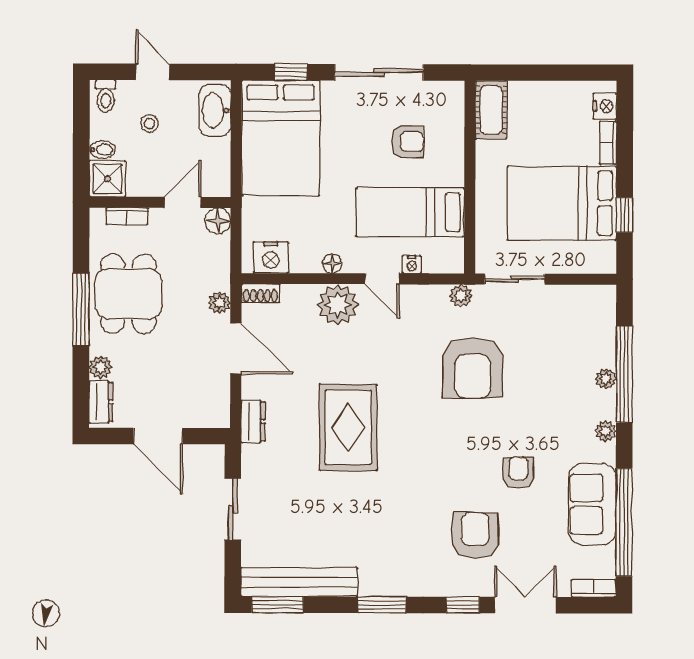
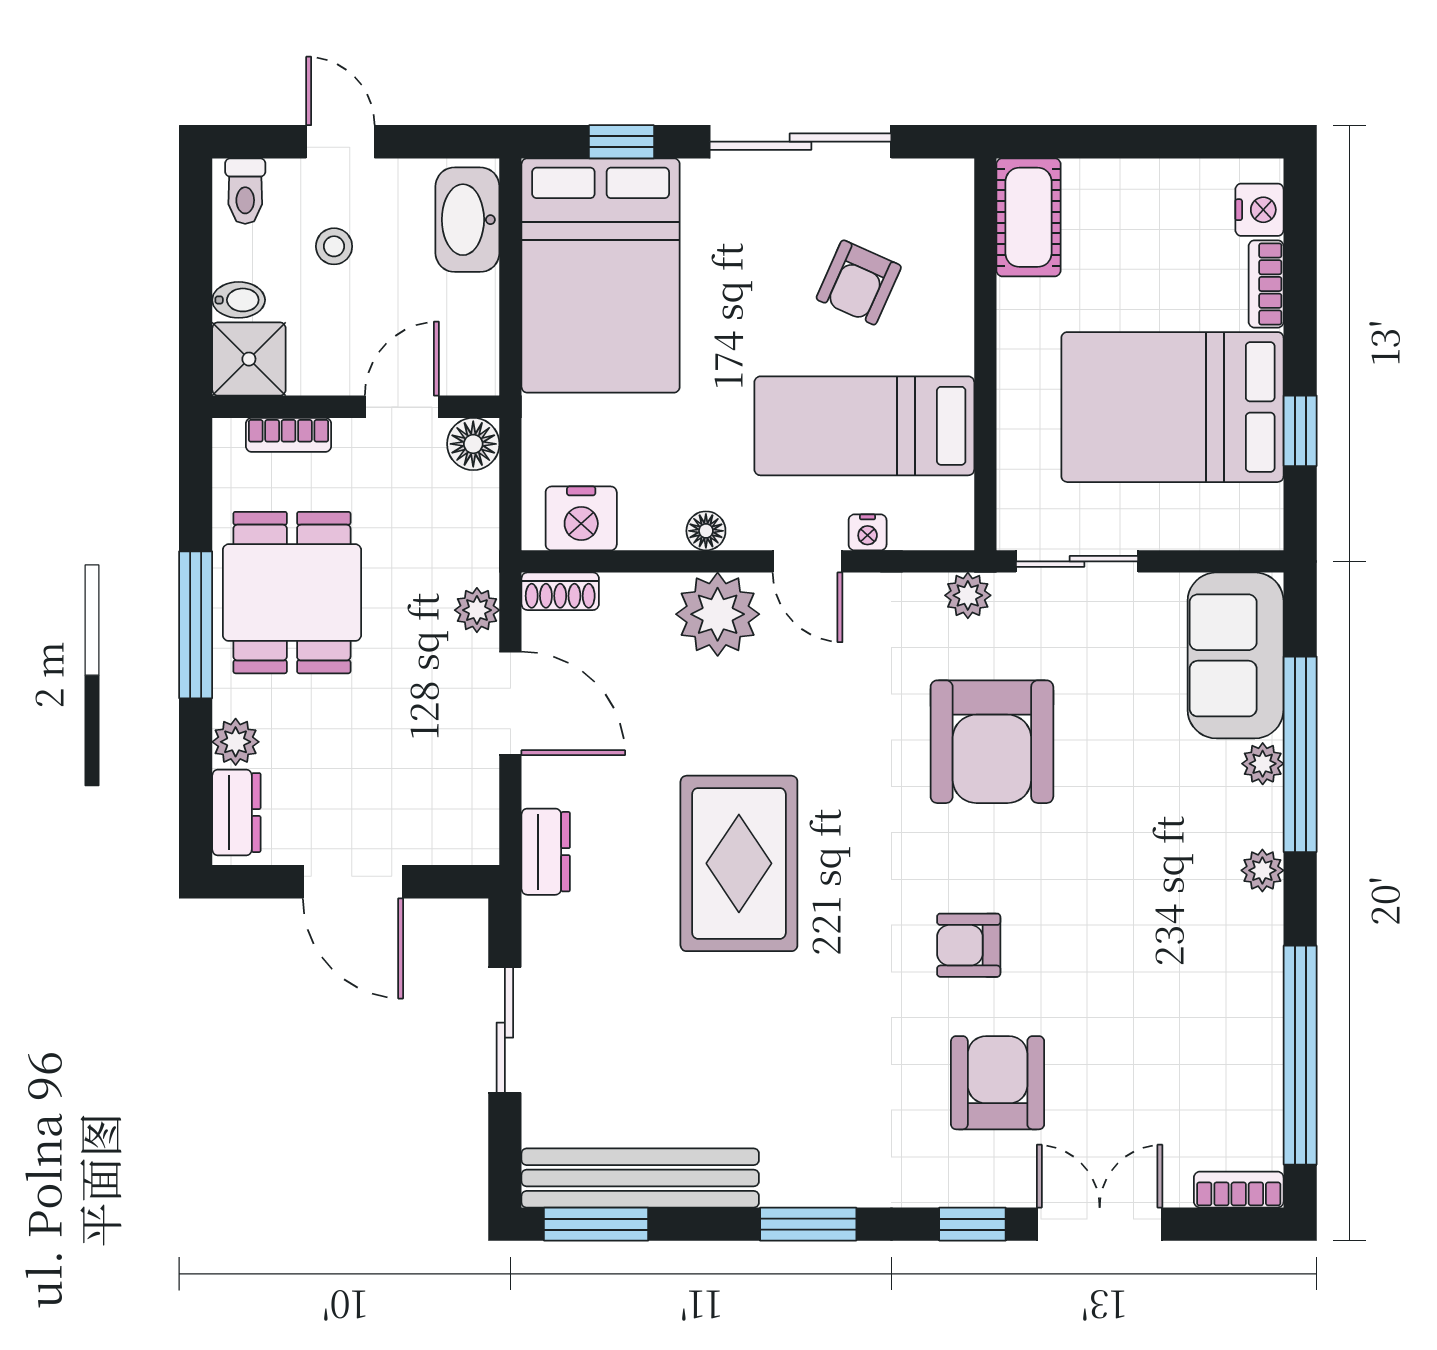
armchair: (408, 142) -> (859, 282), turned 114
armchair: (518, 473) -> (969, 945), moved, turned -90
sofa: (592, 504) -> (1236, 655), moved

